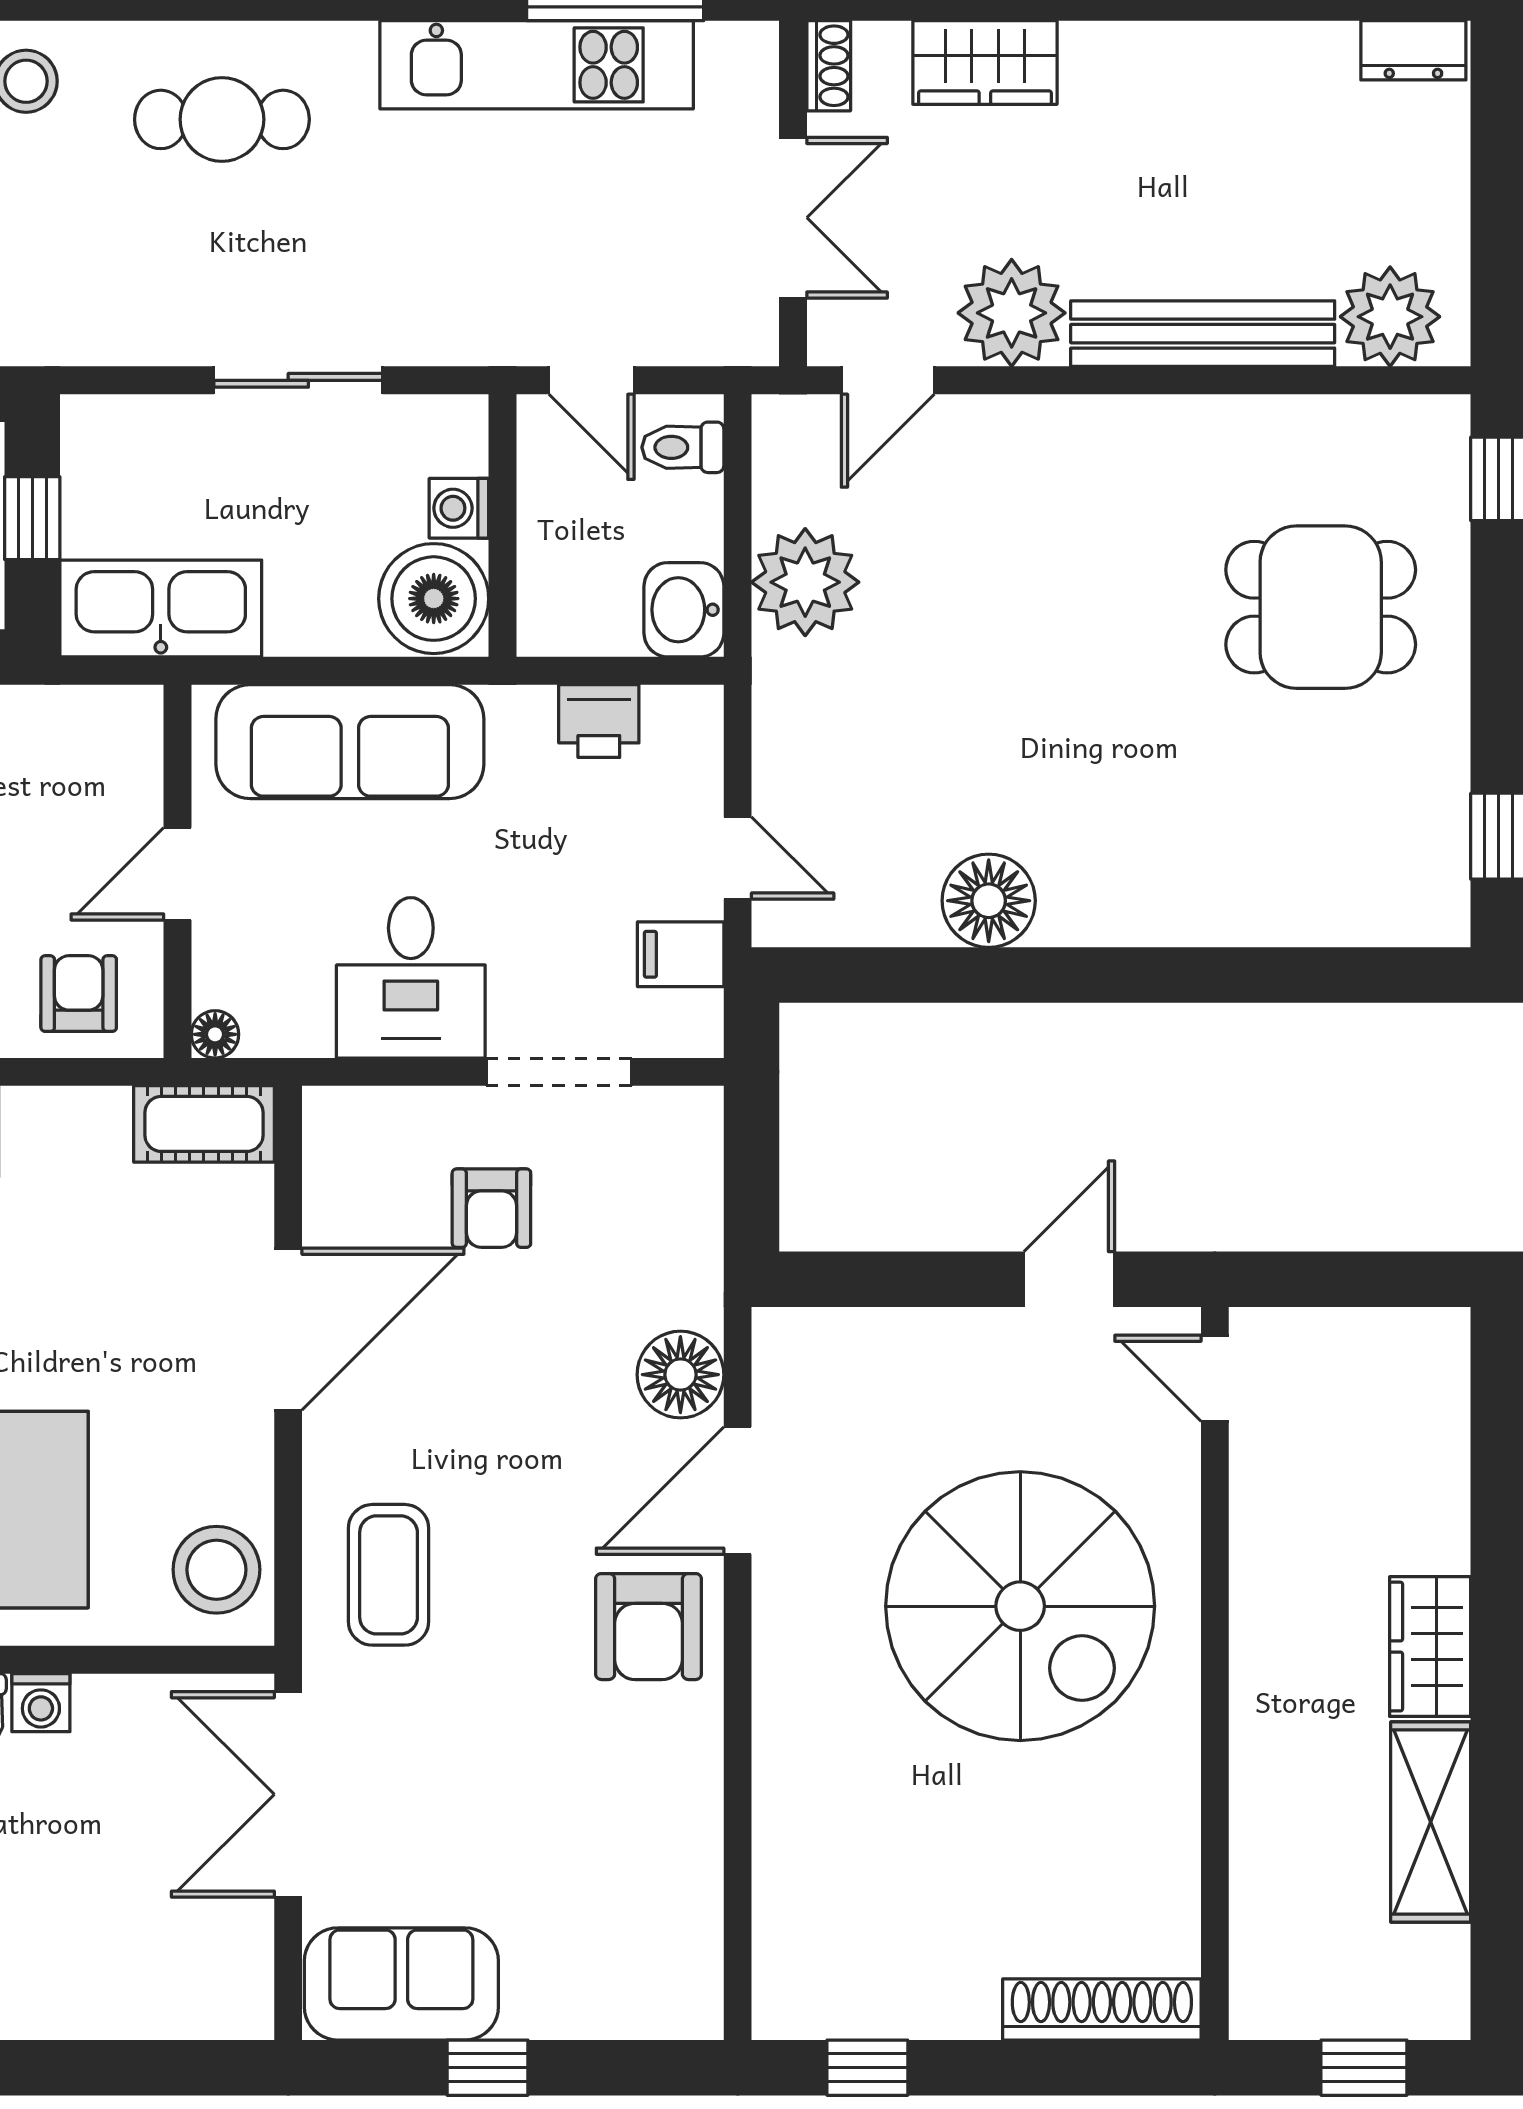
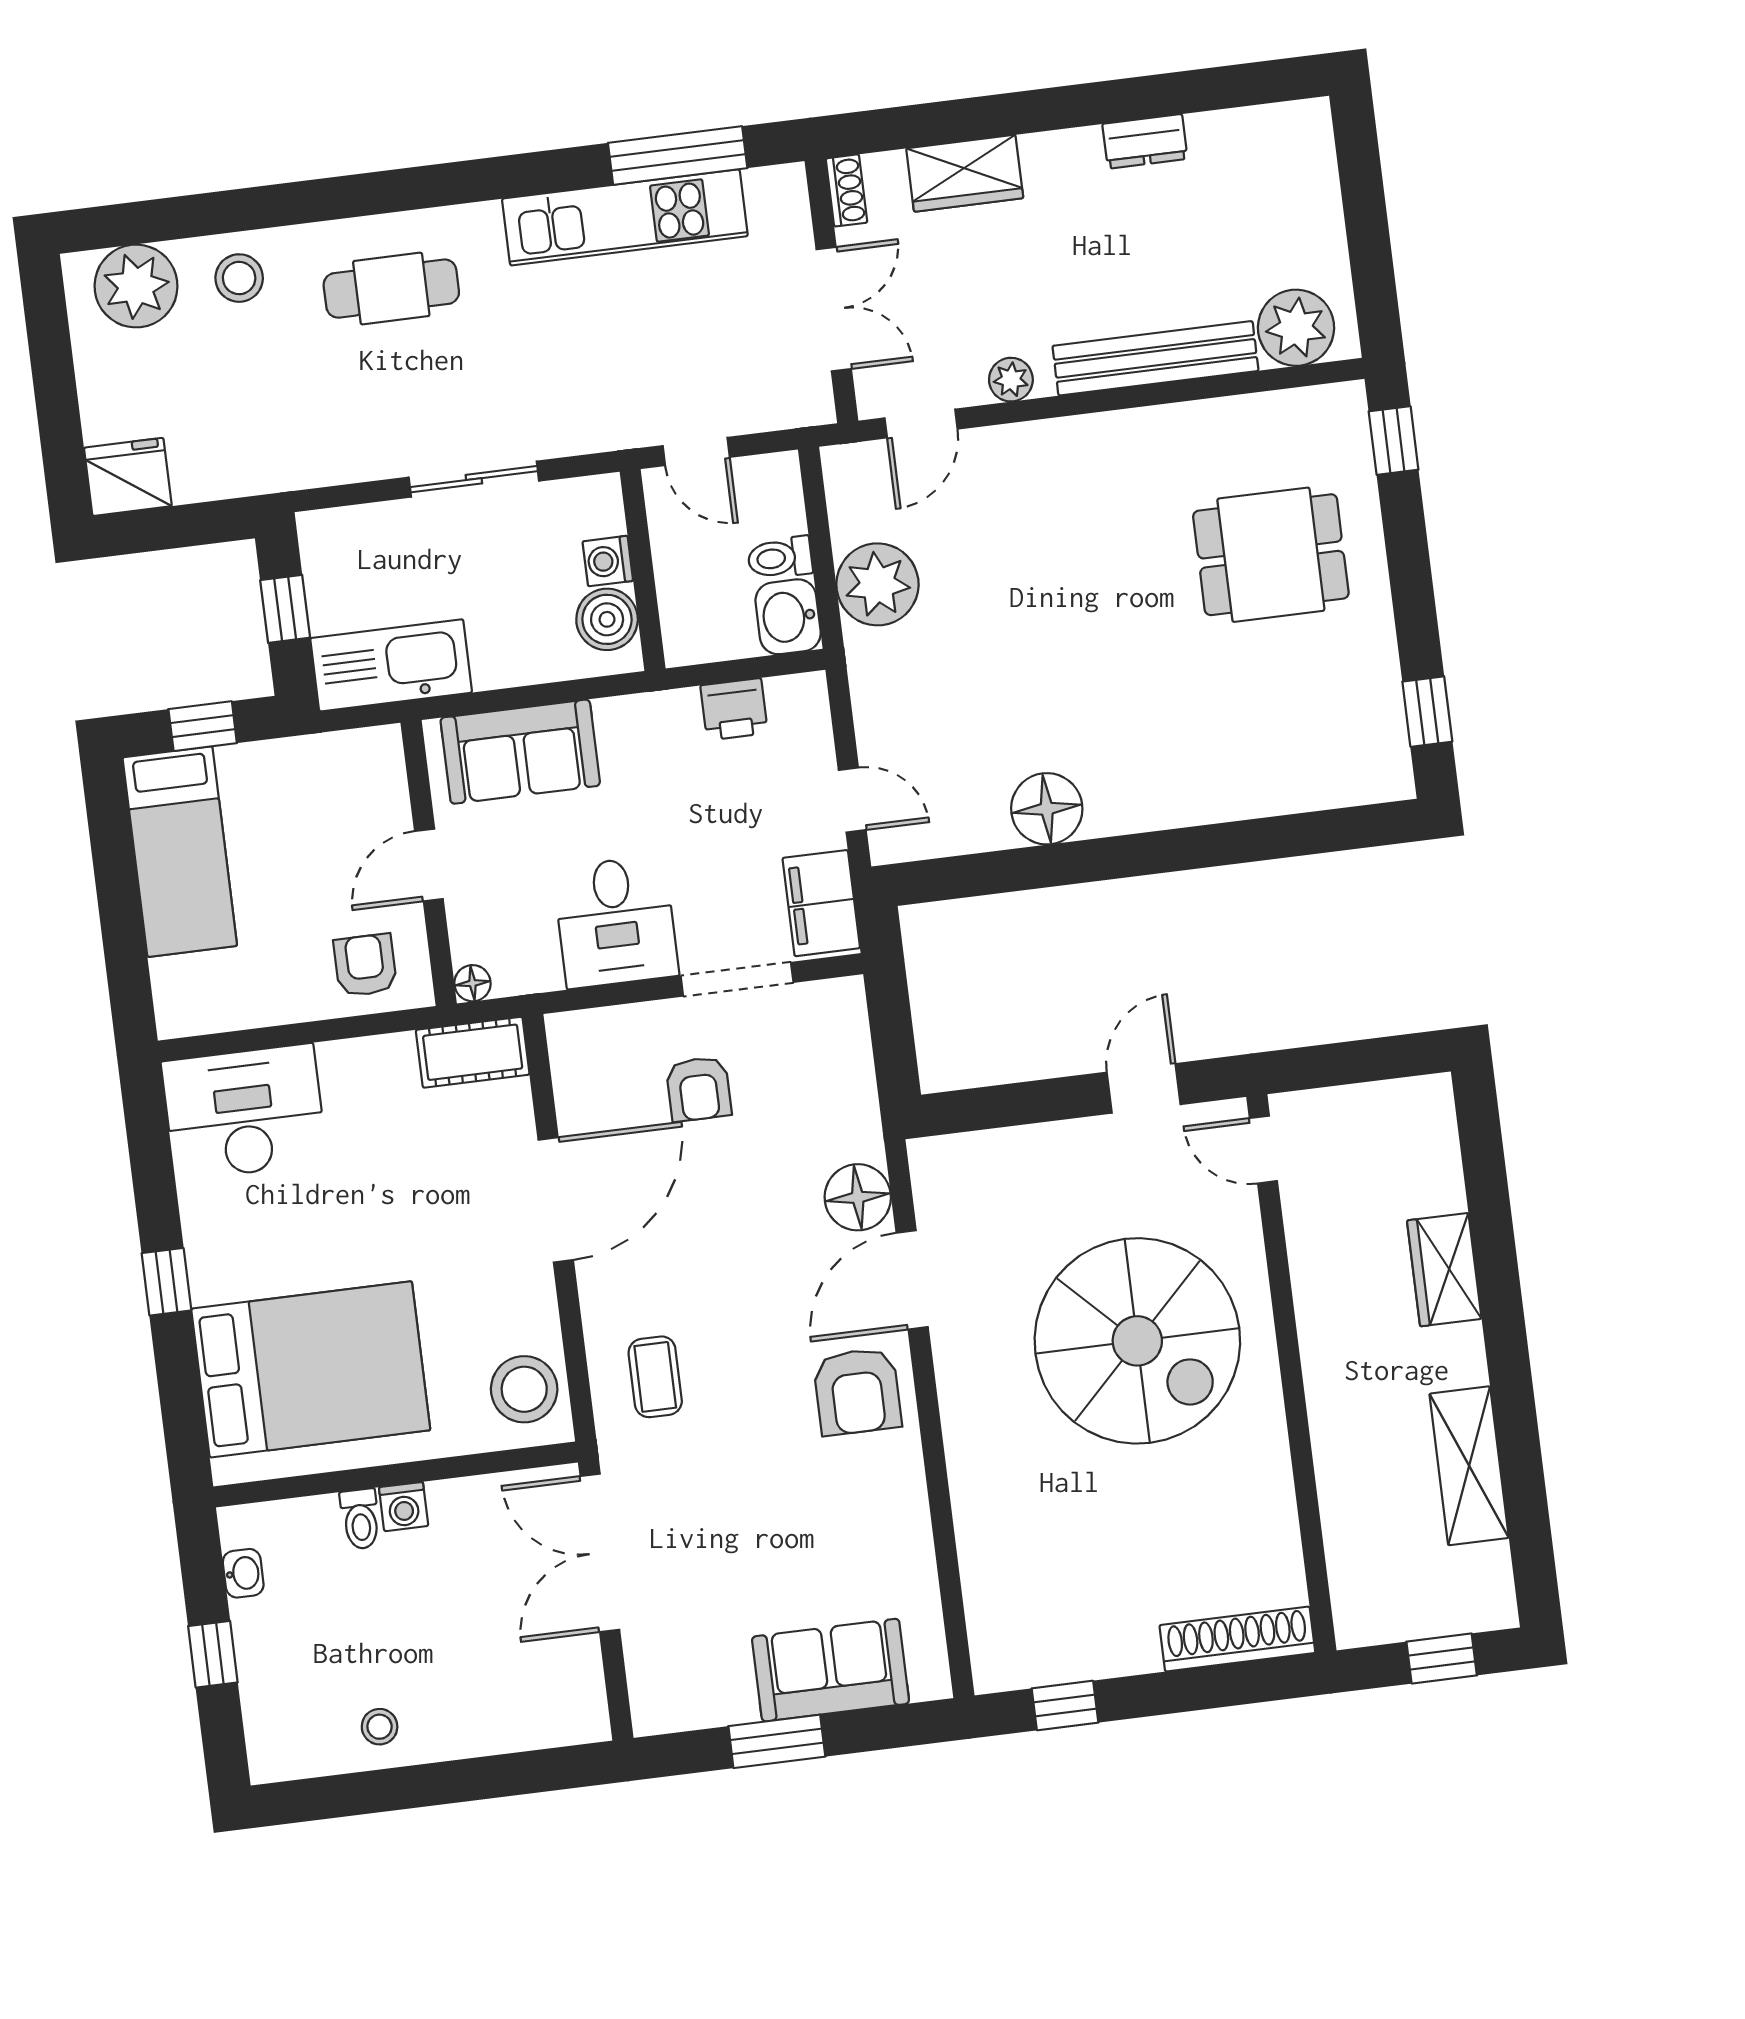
dresser: (1413, 50) -> (1145, 141), moved
plant: (1012, 313) -> (1011, 380), width x0.53, depth x0.53
toilet: (683, 447) -> (780, 558), moved
boiler: (434, 599) -> (607, 619), width x0.73, depth x0.73
sofa: (350, 742) -> (520, 752), width x0.73
filing cabinet: (681, 954) -> (821, 903), width x2.00
coffee table: (389, 1575) -> (655, 1377), width x0.73, depth x0.77
wardrobe: (1430, 1647) -> (1444, 1270), moved
sofa: (401, 1984) -> (831, 1670), moved
window: (488, 2068) -> (777, 1741), width x1.50

